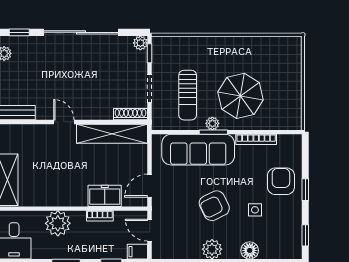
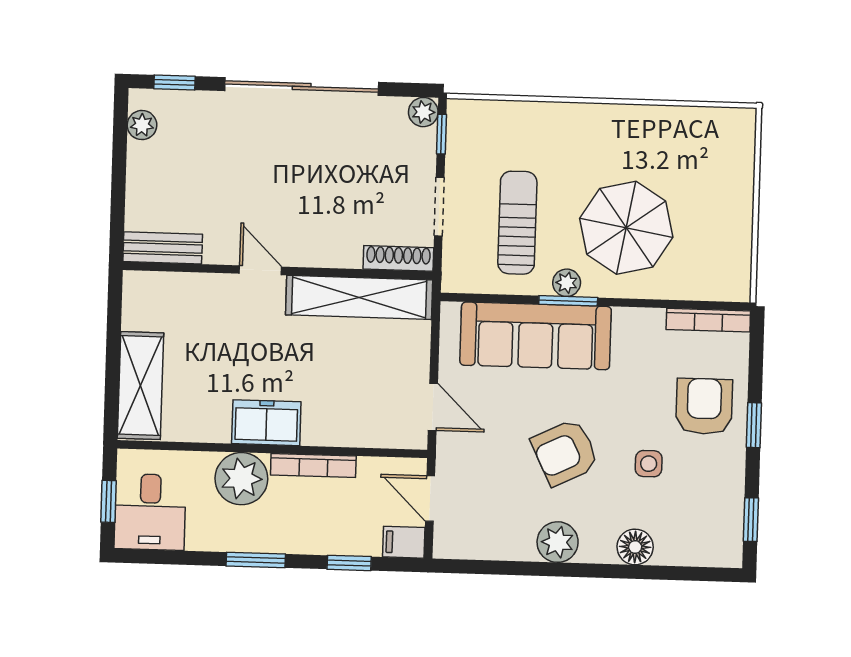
sun lounger: (188, 95) -> (517, 223), turned 180
bookcase: (256, 139) -> (708, 320), moved
door: (150, 186) -> (433, 407), swing flipped
freezer: (105, 196) -> (266, 423), moved
bookcase: (100, 216) -> (313, 466), width x1.56

